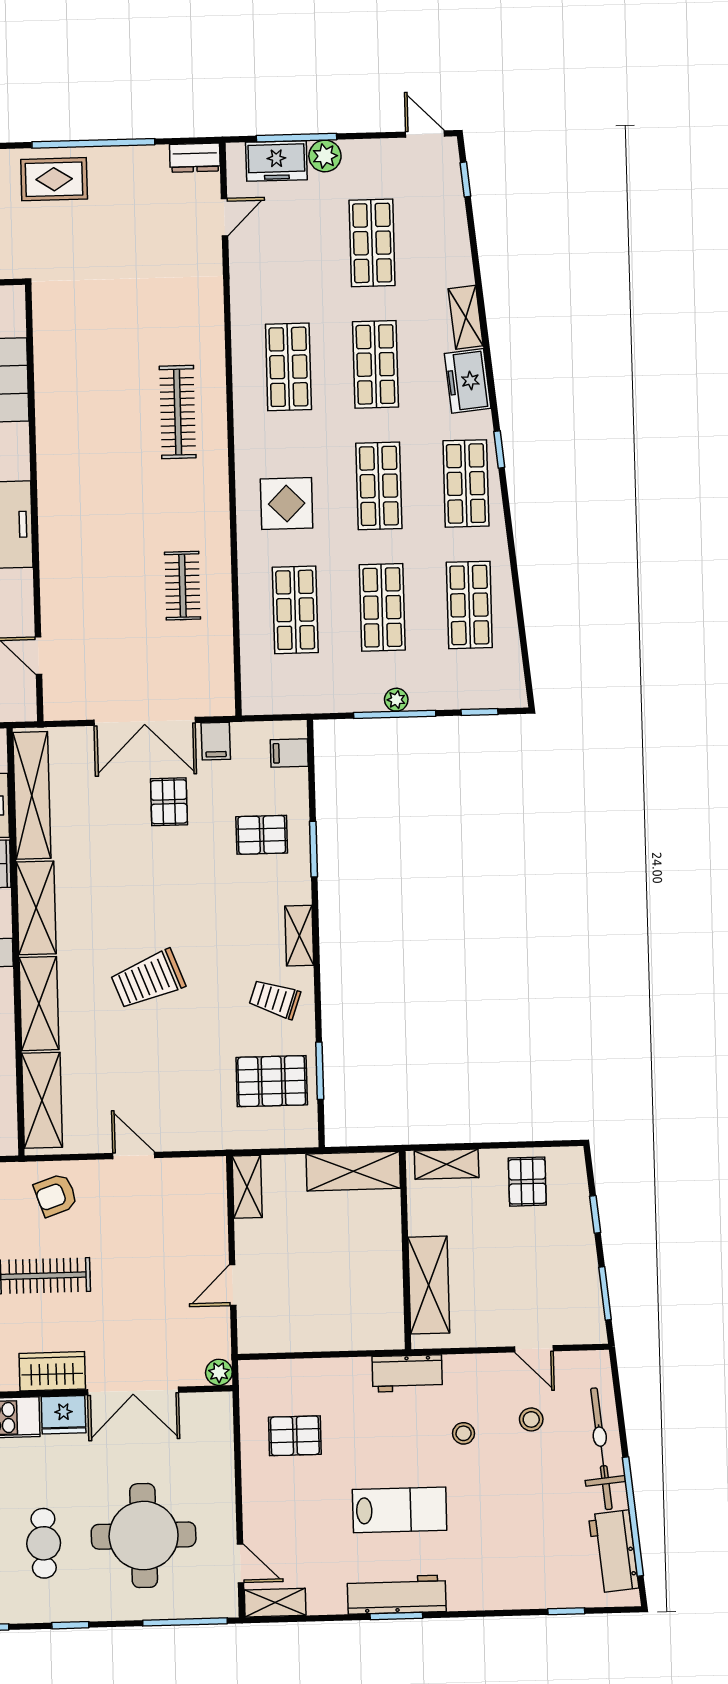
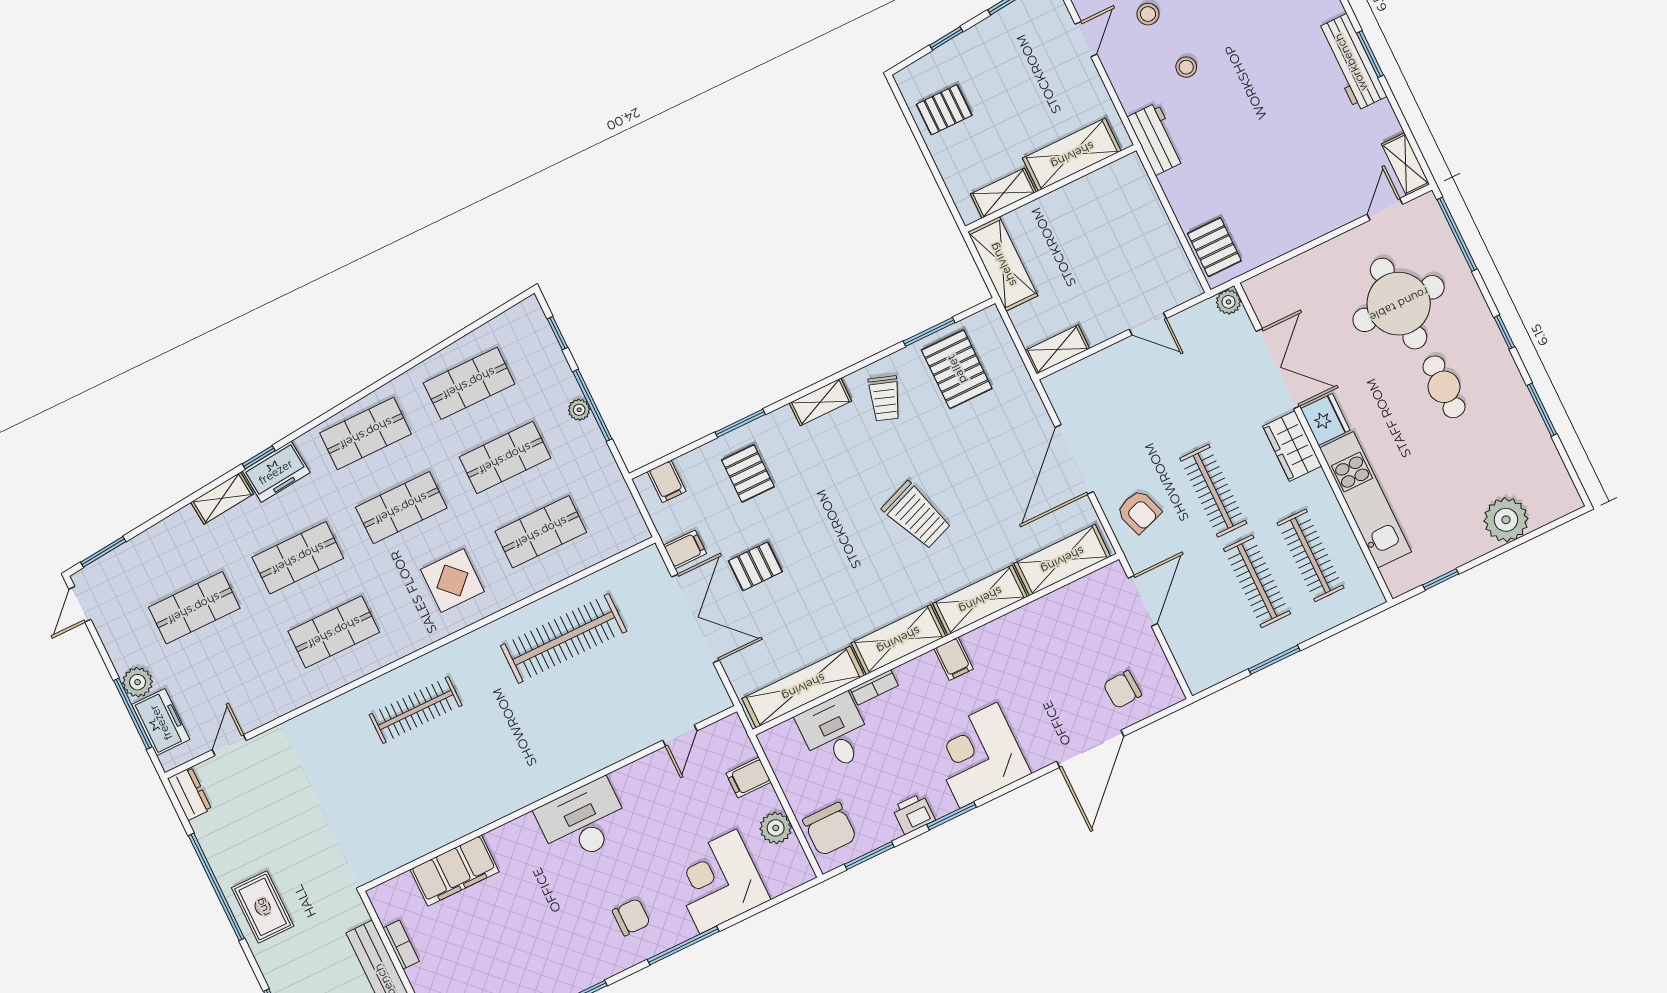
window: (465, 179) -> (103, 552), width x1.50
door: (225, 217) -> (229, 745), hinge flipped
window: (499, 449) -> (259, 457), moved
clothes rail: (182, 586) -> (564, 638), width x1.86, depth x1.31
door: (134, 1155) -> (1074, 459), width x1.87
shelving: (447, 1164) -> (1003, 193), moved, turned 90
pallet: (295, 1436) -> (1214, 247), moved
lab bench: (400, 1510) -> (1277, 93), removed
cafe table: (44, 1543) -> (1444, 387), turned 90

